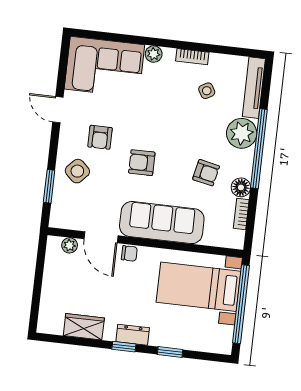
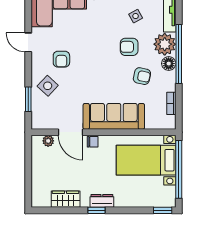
armchair: (142, 163) -> (129, 47), moved
floor lamp: (241, 187) -> (169, 64), moved
window: (170, 352) -> (163, 210), moved

